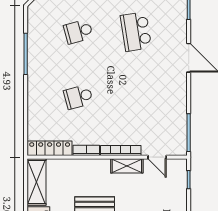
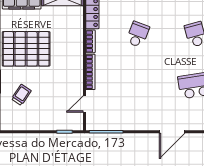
school desk: (78, 97) -> (138, 34), turned 36
shelving: (127, 166) -> (77, 77), removed

